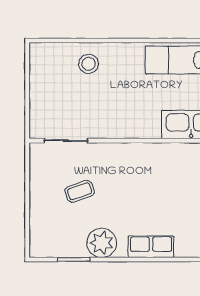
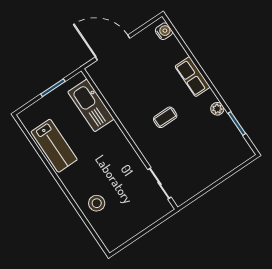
coffee table: (80, 191) -> (165, 117), moved, turned -71
plant: (102, 243) -> (217, 109), width x0.53, depth x0.53

